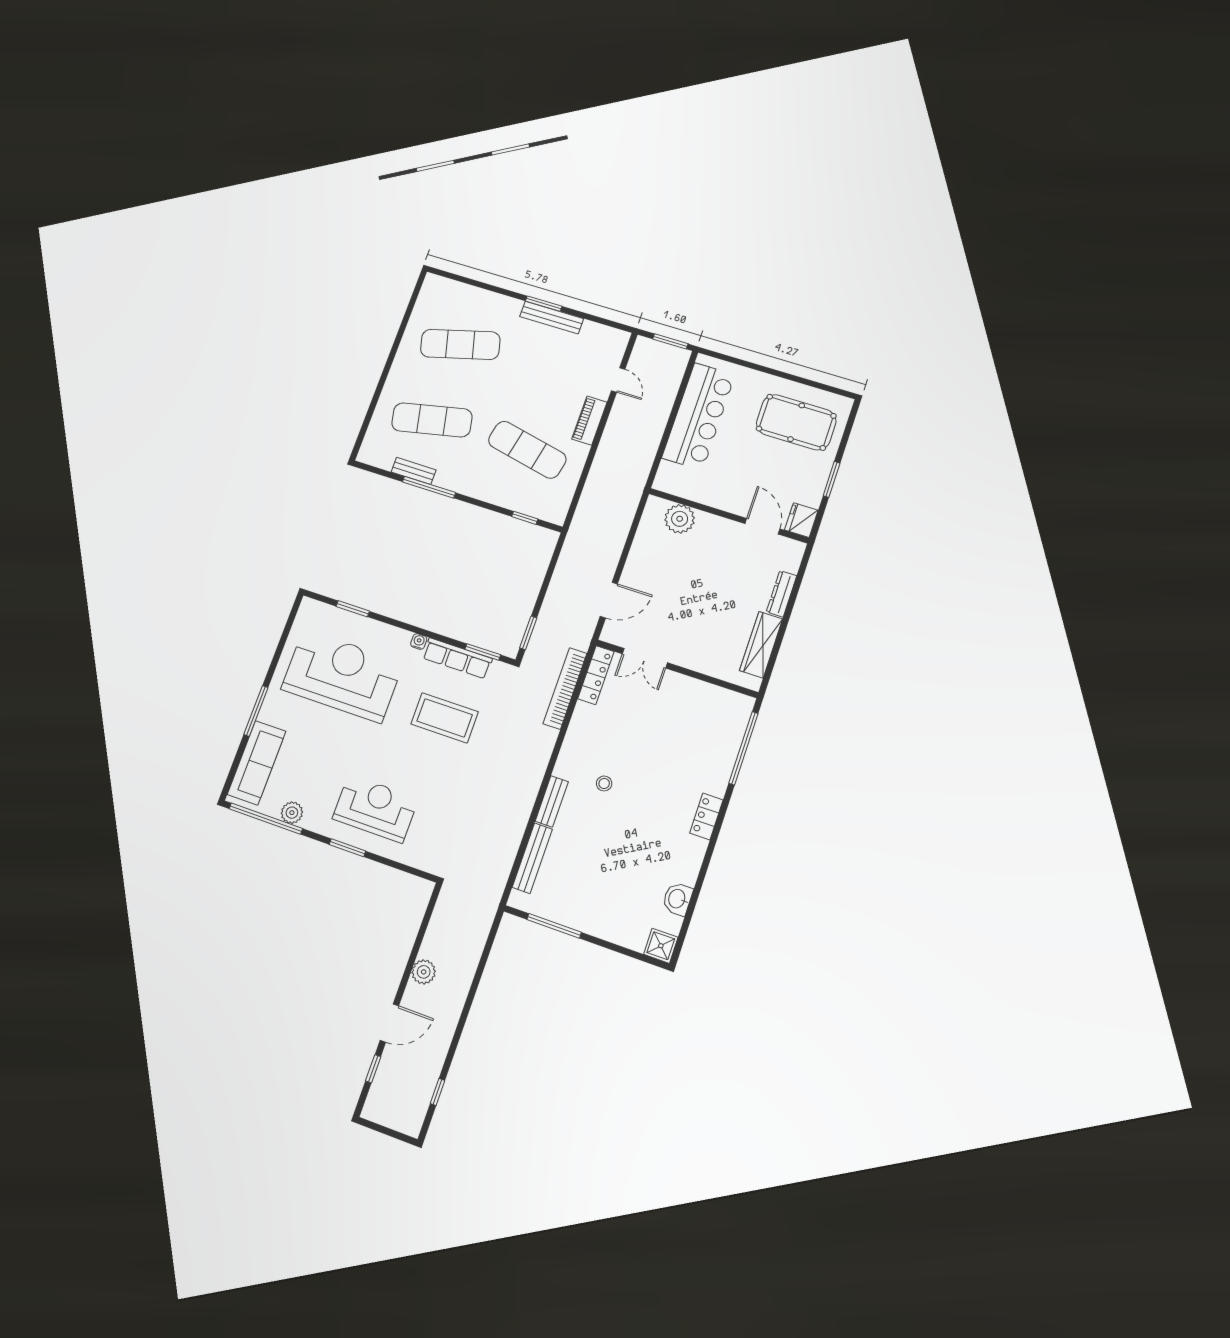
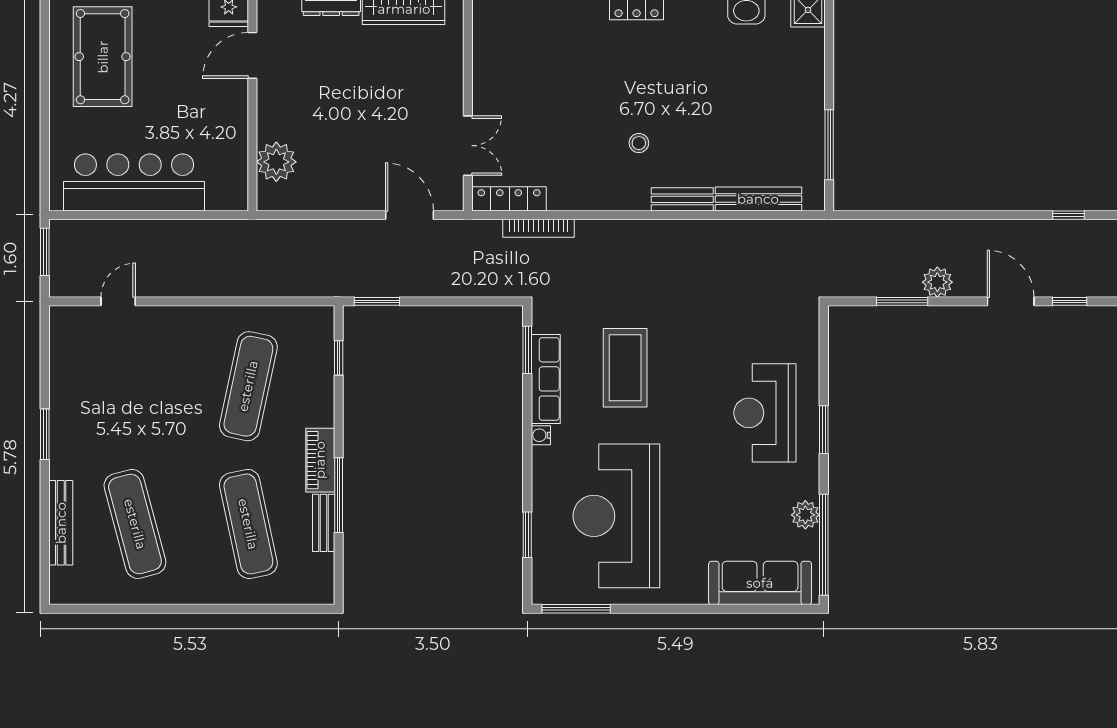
bench: (552, 318) -> (61, 523), moved
piano: (589, 421) -> (320, 460), moved, turned 90
window: (528, 633) -> (377, 301), moved
bookcase: (565, 688) -> (539, 228), width x0.68, depth x0.76
window: (256, 711) -> (576, 609), moved
window: (419, 940) -> (902, 301), added

